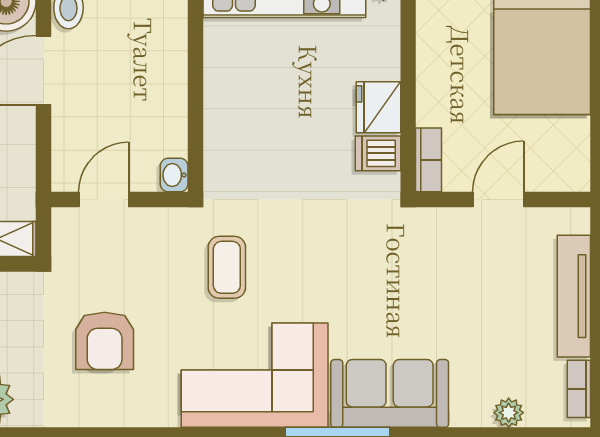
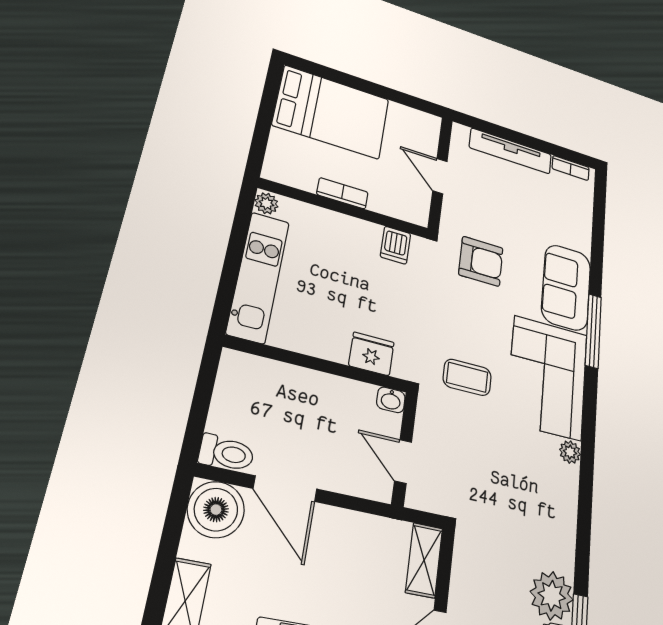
fridge: (378, 107) -> (371, 354), moved, turned 180
bookcase: (429, 160) -> (342, 193), moved
armchair: (105, 341) -> (481, 261), moved
plant: (509, 413) -> (570, 452), moved

